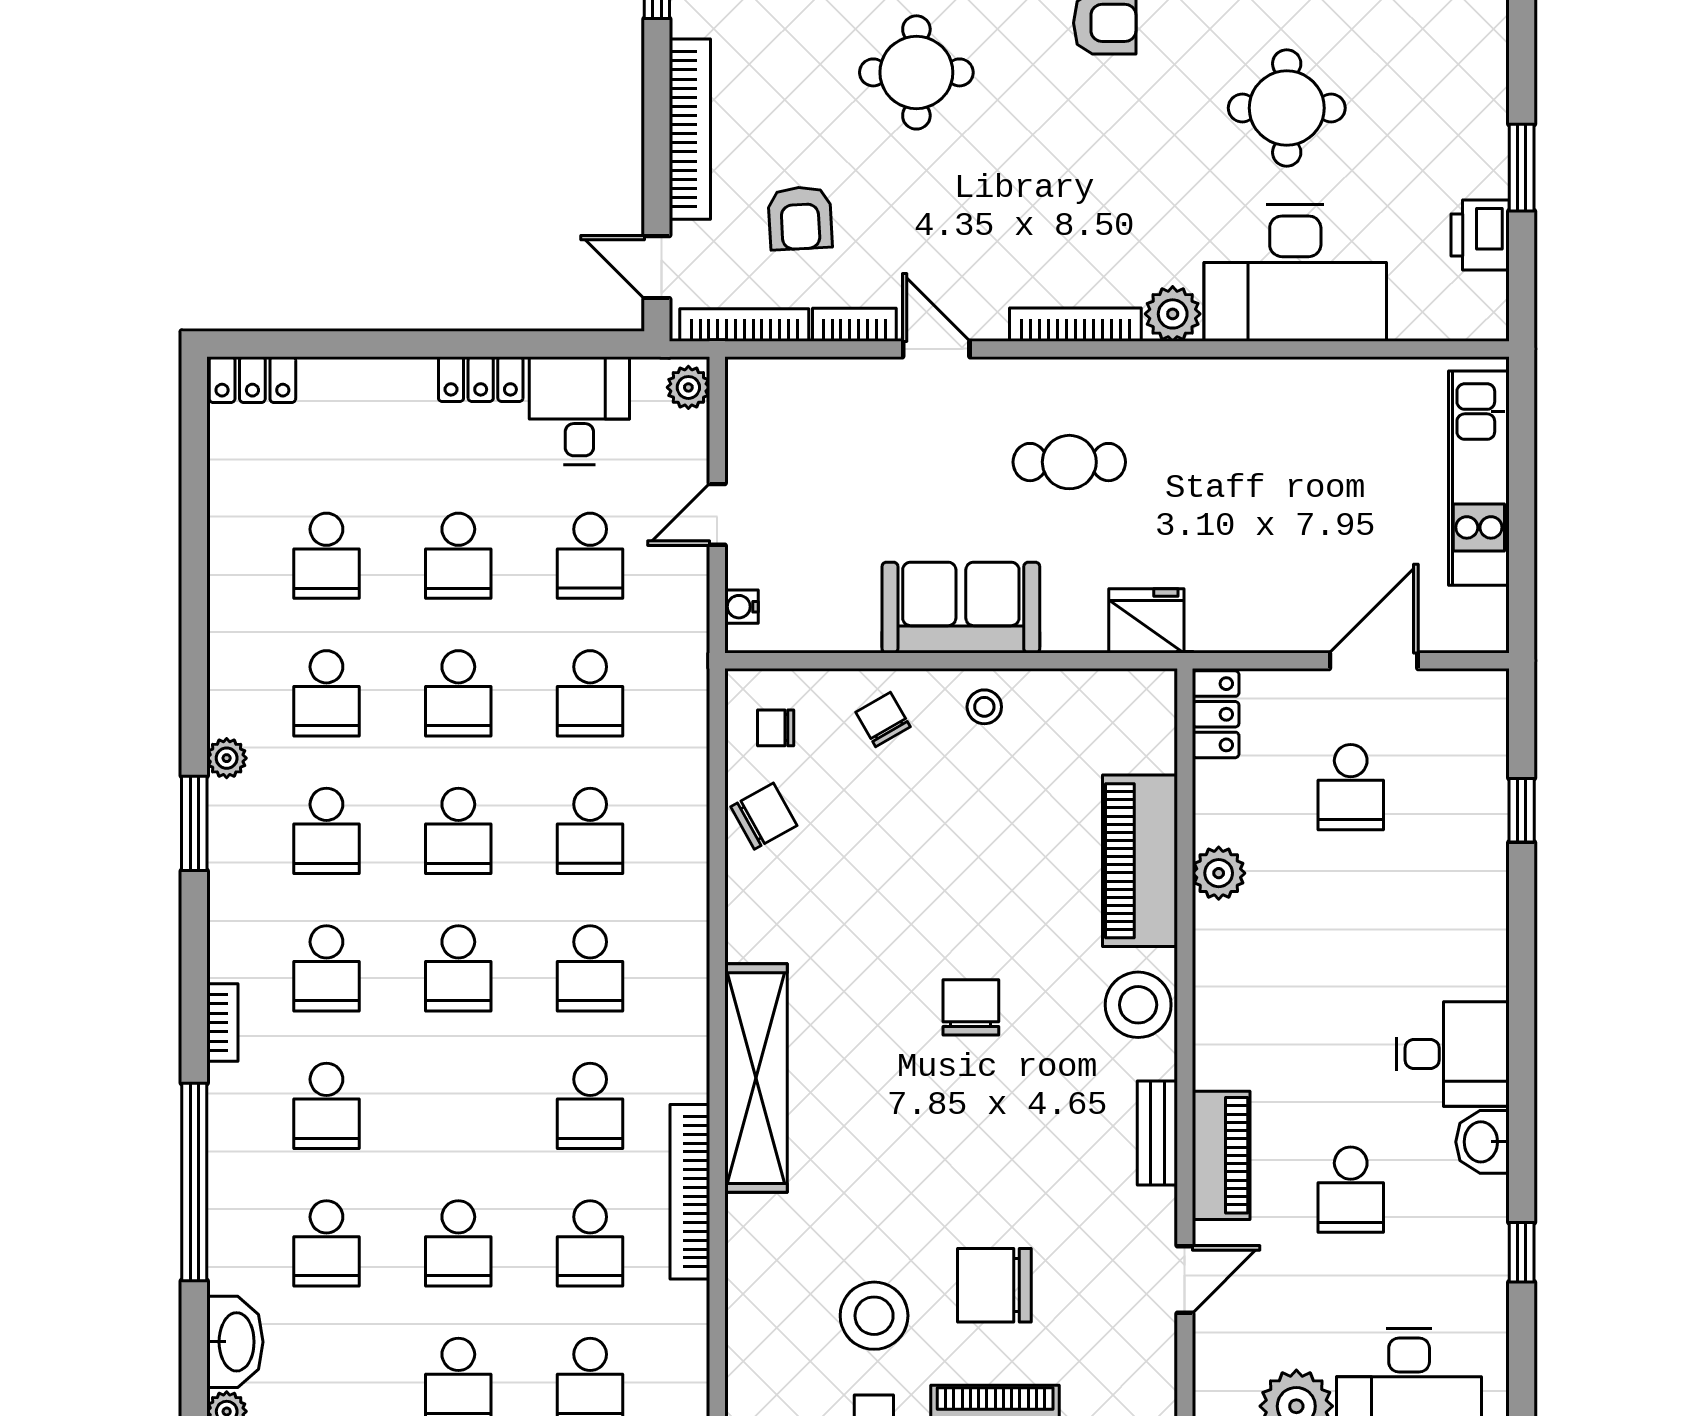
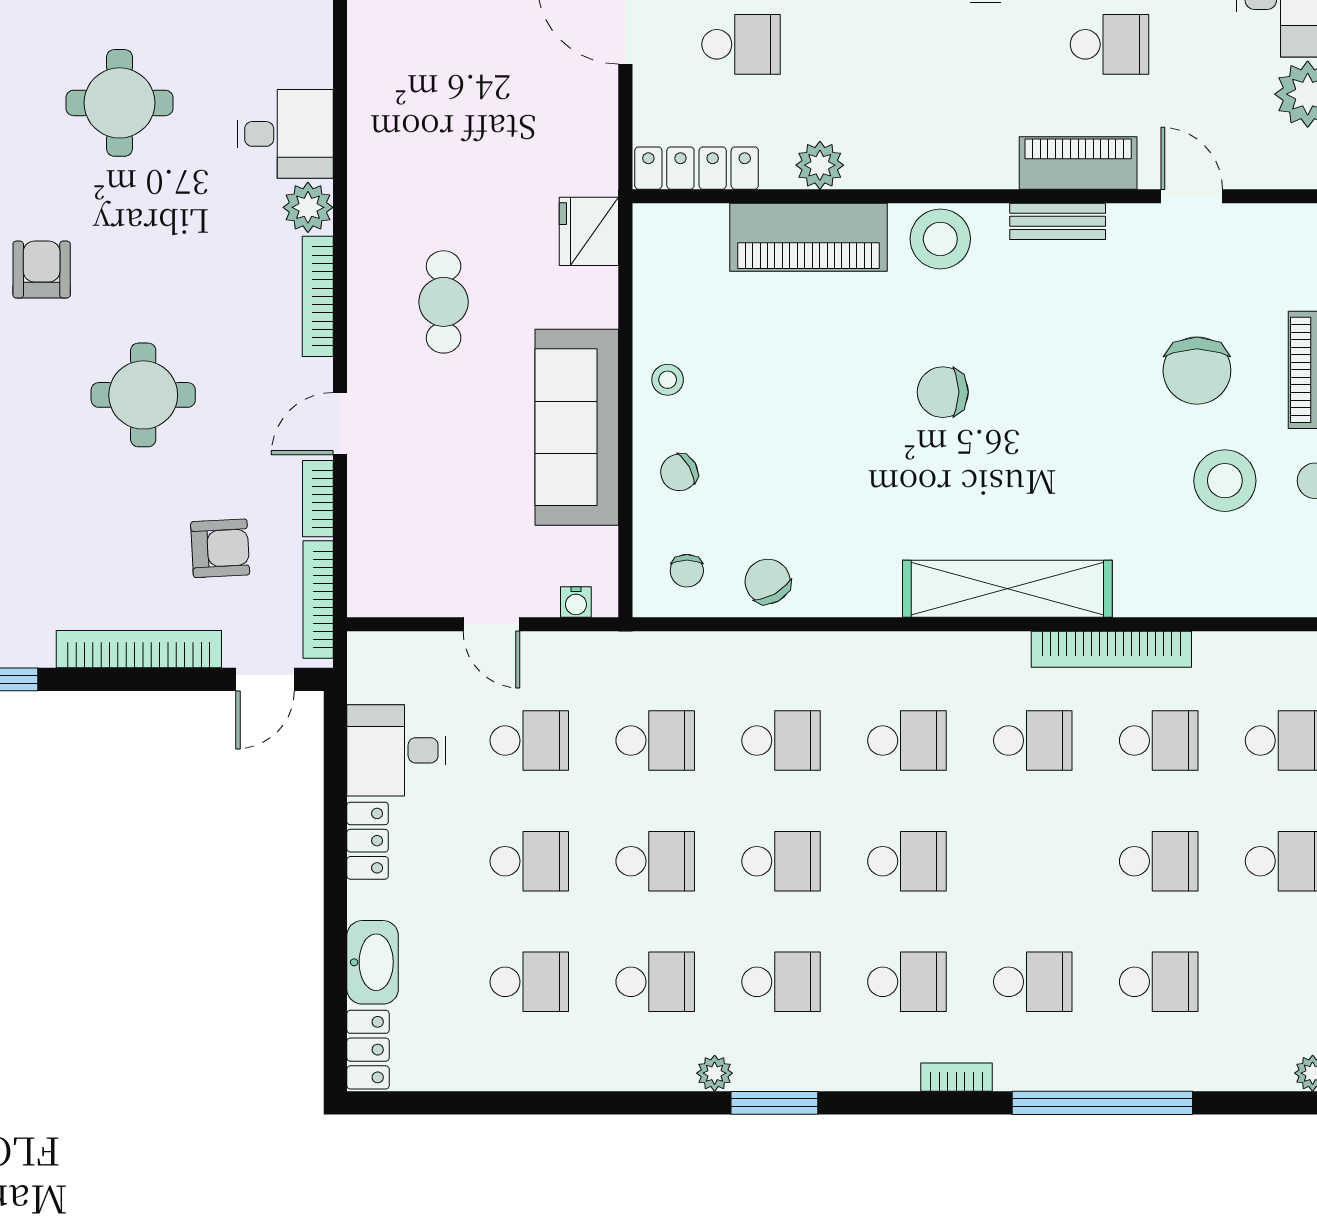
round table: (916, 72) -> (143, 395), moved
desk: (1295, 273) -> (285, 134), width x0.53, depth x0.77
plant: (688, 387) -> (375, 651), removed
sofa: (961, 608) -> (577, 427), width x1.36
locker: (1216, 714) -> (697, 168), width x1.53
washbasin: (235, 1342) -> (373, 962), moved, turned 90

